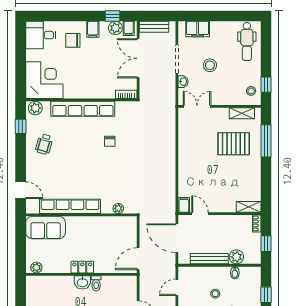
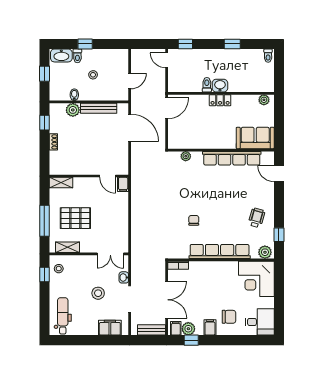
filing cabinet: (184, 205) -> (123, 184), moved
shelving: (249, 207) -> (61, 183), moved
door: (200, 214) -> (108, 176), moved
wall: (220, 214) -> (89, 176), moved

